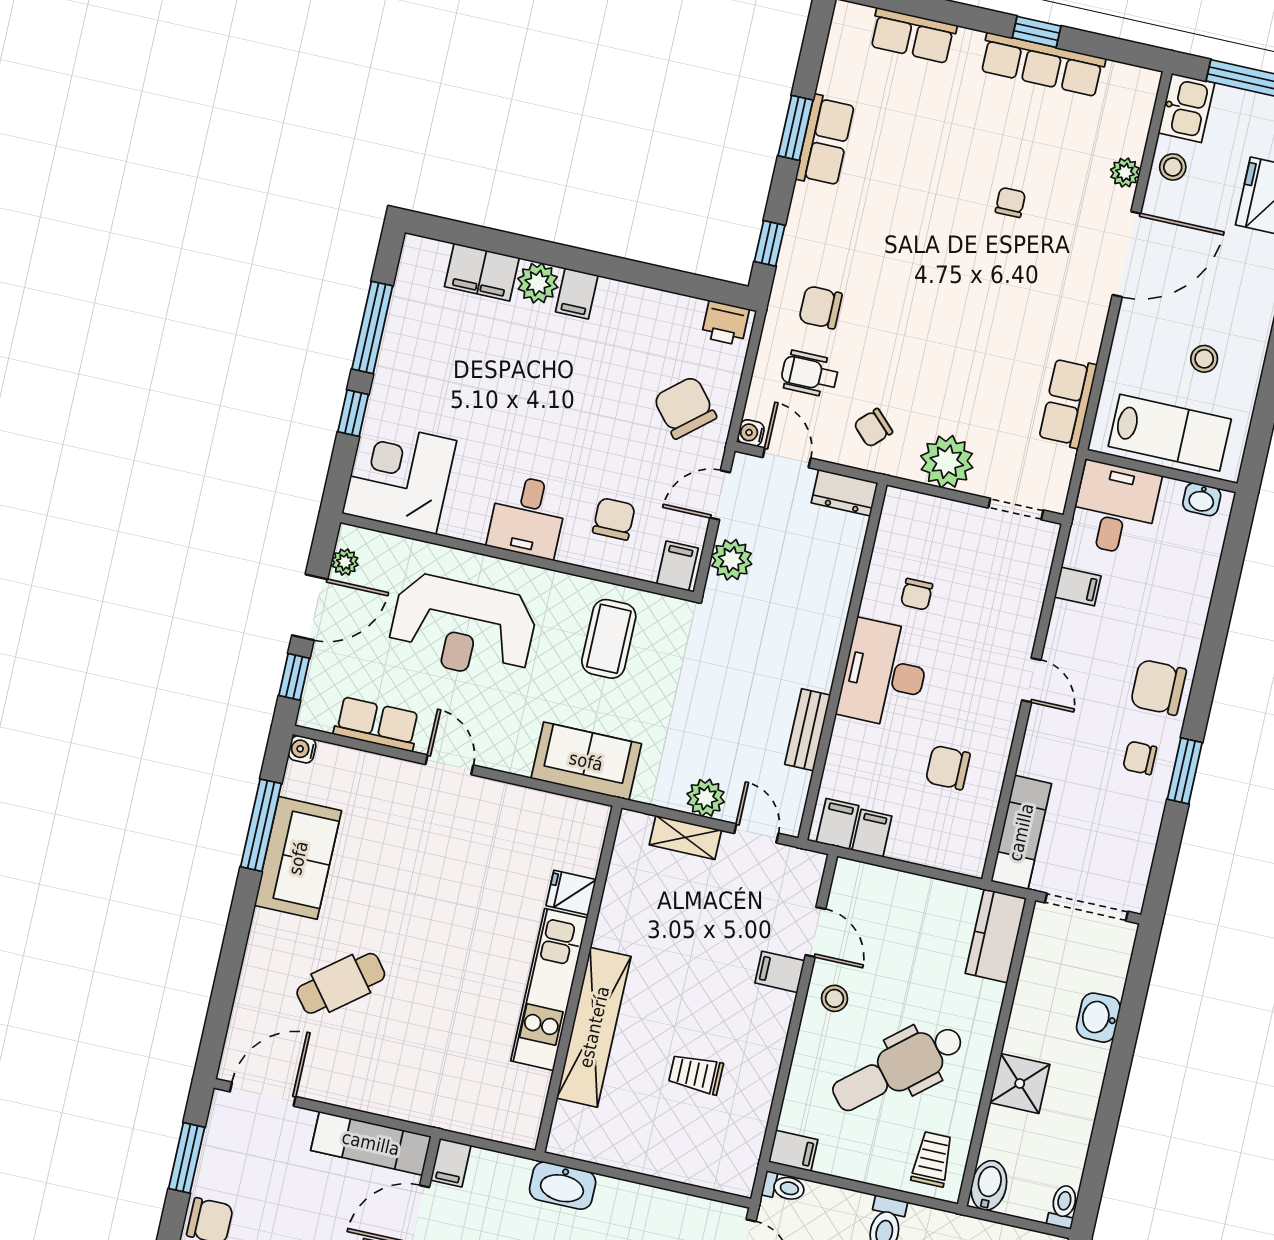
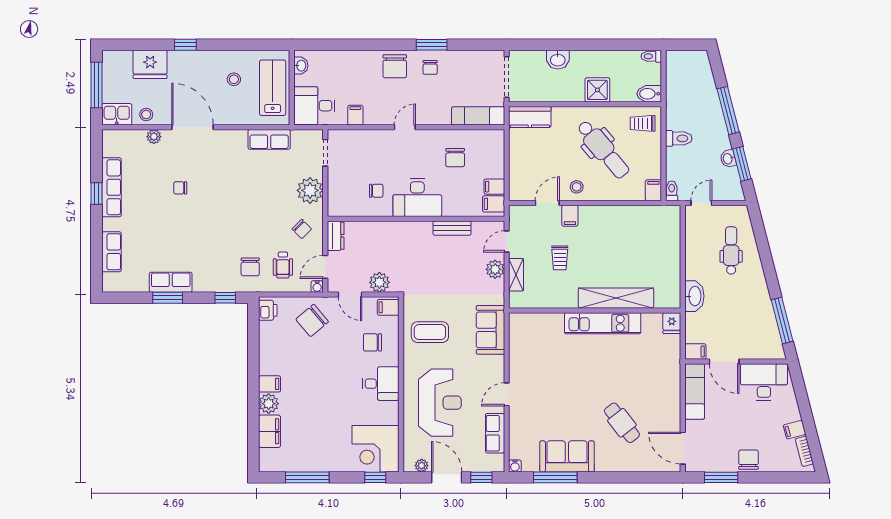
window: (353, 413) -> (375, 477), moved
fridge: (571, 893) -> (672, 323), moved
trolley: (696, 1074) -> (560, 258), moved

